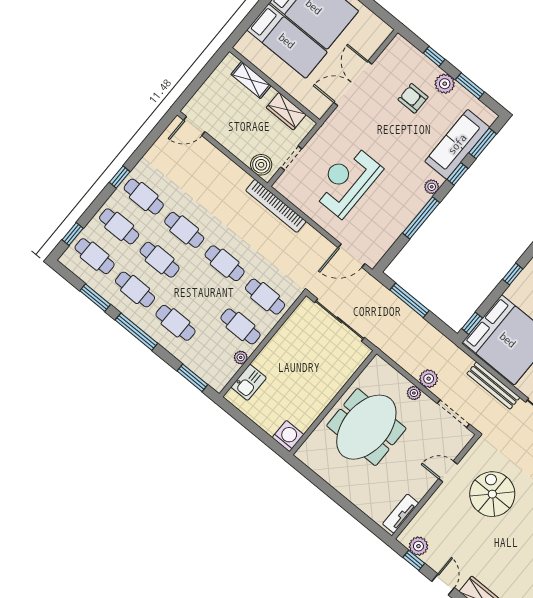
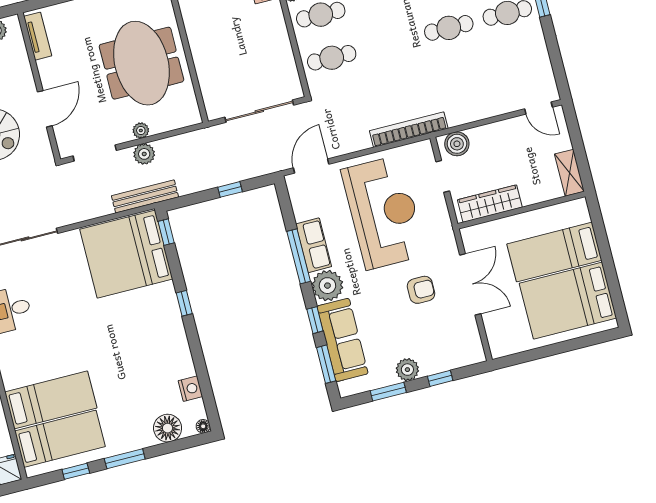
shelving: (251, 80) -> (569, 173), moved, turned 90
armchair: (413, 98) -> (421, 290), moved
wardrobe: (286, 111) -> (490, 204), width x1.50
door: (194, 126) -> (539, 108), swing flipped
reception desk: (347, 181) -> (384, 212), width x1.36, depth x1.30
plant: (432, 187) -> (327, 286), width x1.87, depth x1.87
row of seats: (406, 213) -> (314, 245), added
cafe table: (225, 263) -> (390, 43), removed
window: (409, 300) -> (230, 189), width x0.46
bench: (493, 385) -> (145, 196), moved
door: (448, 471) -> (45, 109), width x1.38

